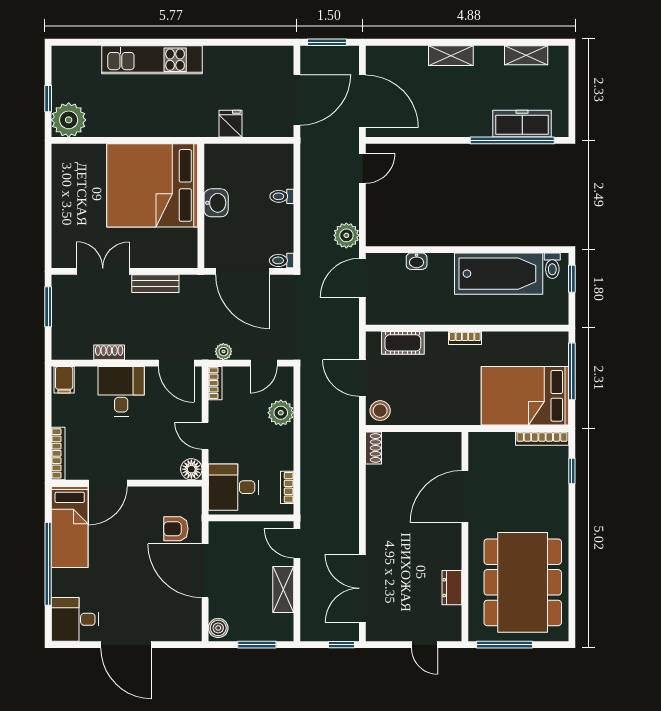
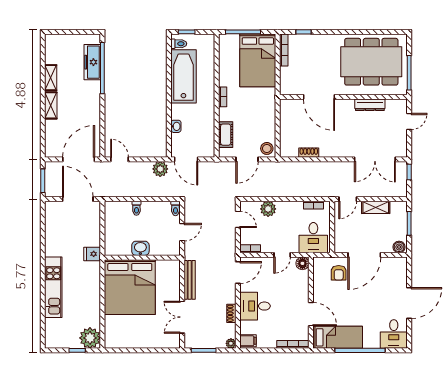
shelving: (526, 55) -> (51, 78), moved
fridge: (230, 124) -> (92, 254), moved
door: (242, 271) -> (182, 232), width x0.53
bench: (155, 284) -> (190, 280), width x1.36
plant: (223, 352) -> (231, 343), moved
shoe rack: (373, 448) -> (309, 153), moved
dresser: (452, 588) -> (370, 105), width x1.44

